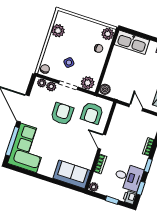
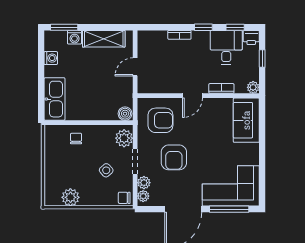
plant: (108, 34) -> (54, 133), removed
armchair: (62, 114) -> (174, 157), turned -90

